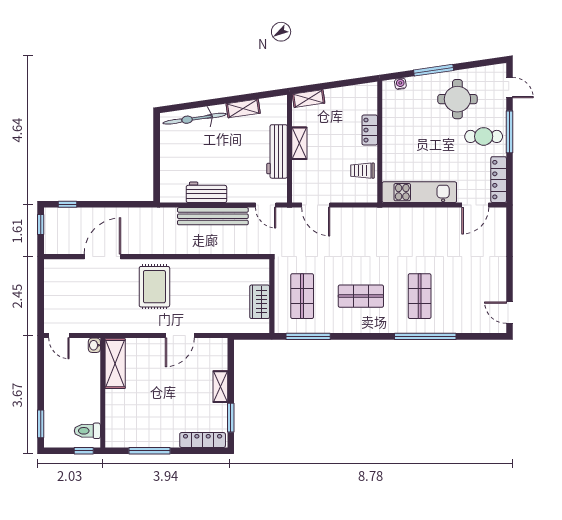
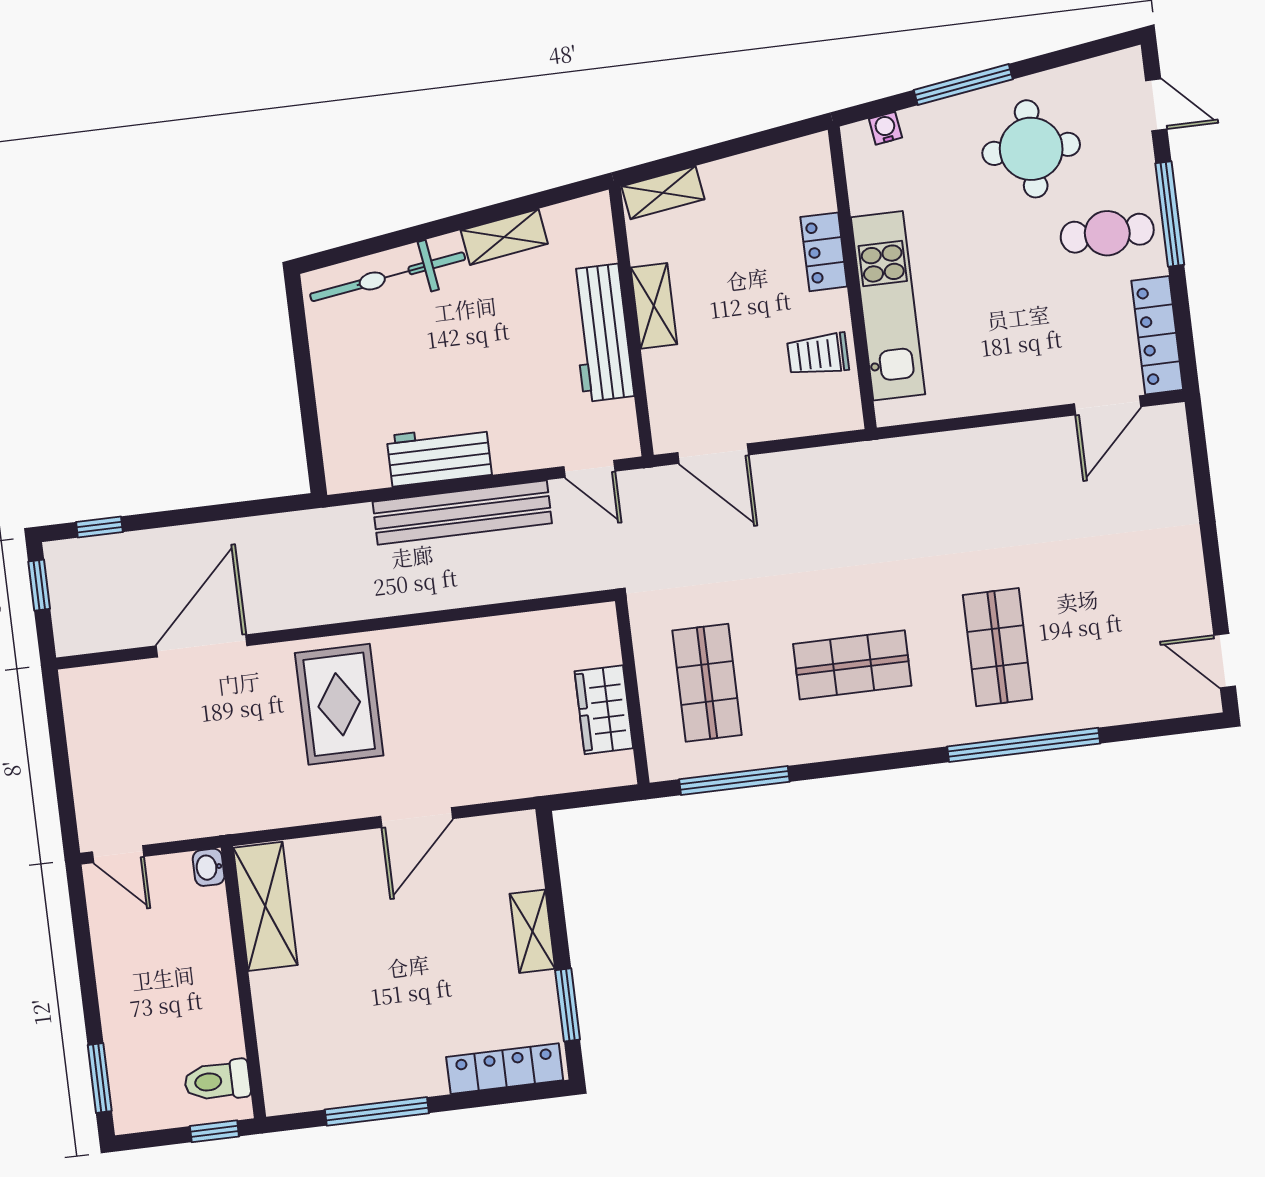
kitchen unit: (419, 192) -> (888, 306), moved, turned 90

